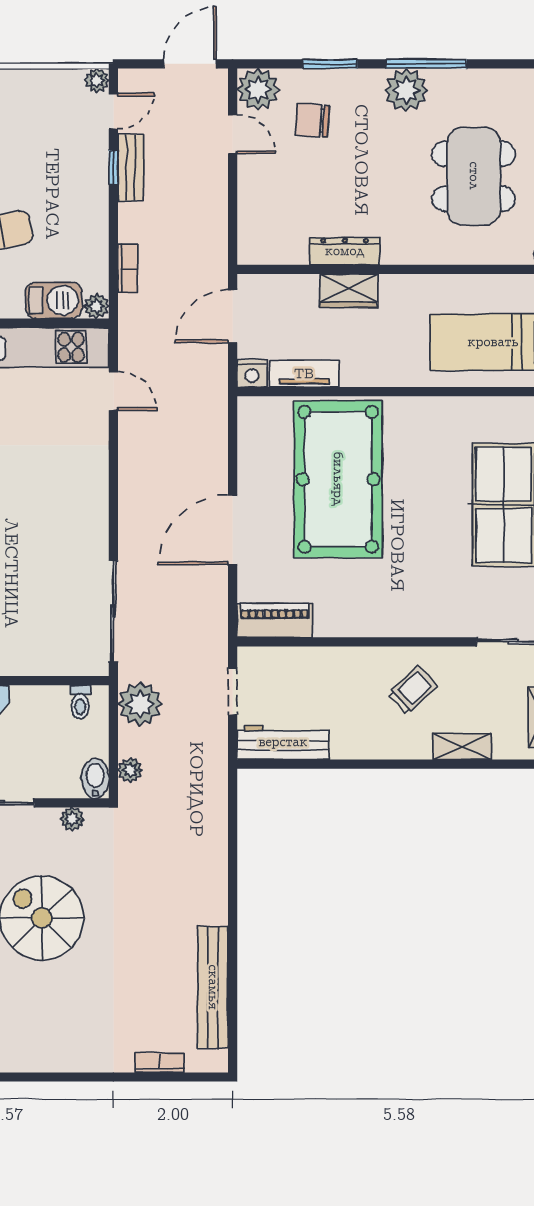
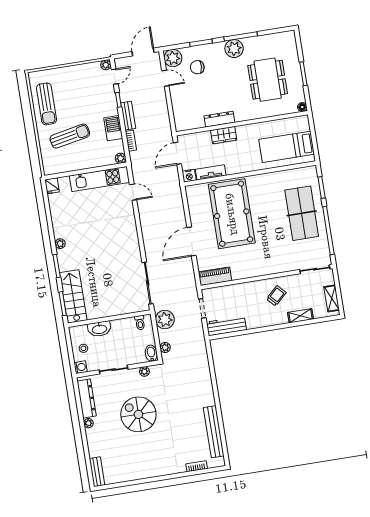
bench: (131, 167) -> (128, 116), moved
barbecue: (54, 300) -> (113, 128), moved, turned -90

